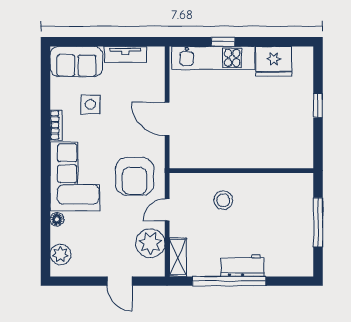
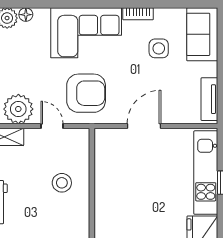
tv unit: (125, 54) -> (209, 99), moved
armchair: (135, 176) -> (86, 93), turned 180
floor lamp: (57, 219) -> (26, 15), moved

